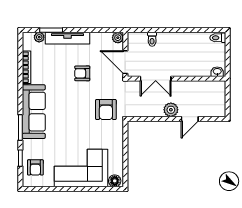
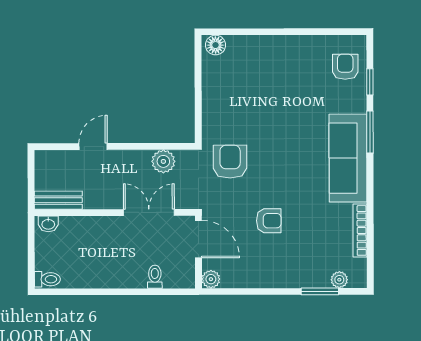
tv unit: (68, 38) -> (293, 278), removed
bench: (211, 86) -> (58, 200), added
plant: (171, 110) -> (163, 161), moved
corner sofa: (81, 168) -> (271, 66), removed

